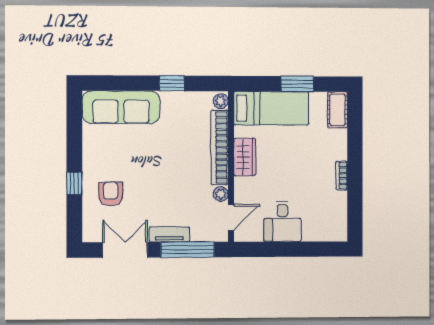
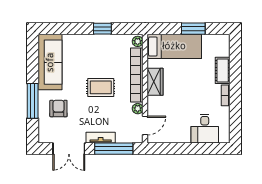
sofa: (121, 107) -> (50, 62), moved, turned -90
cot: (338, 110) -> (223, 70), moved
rug: (170, 165) -> (101, 87), added
window: (74, 183) -> (33, 101), width x2.17
desk: (282, 222) -> (205, 129), moved
double door: (125, 250) -> (69, 149), swing flipped

